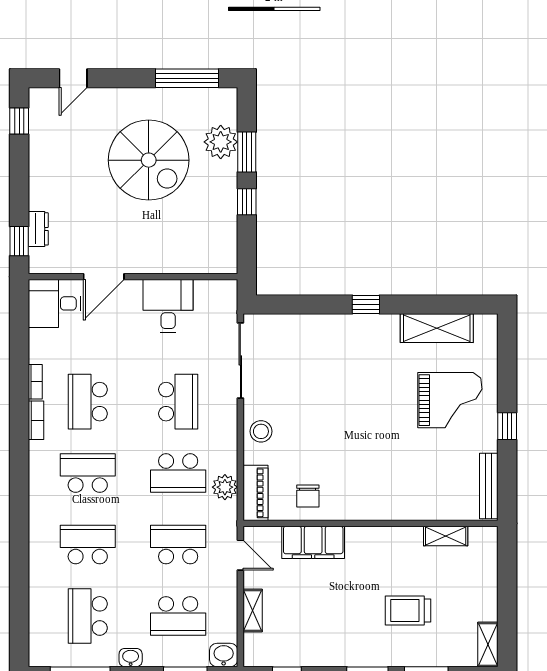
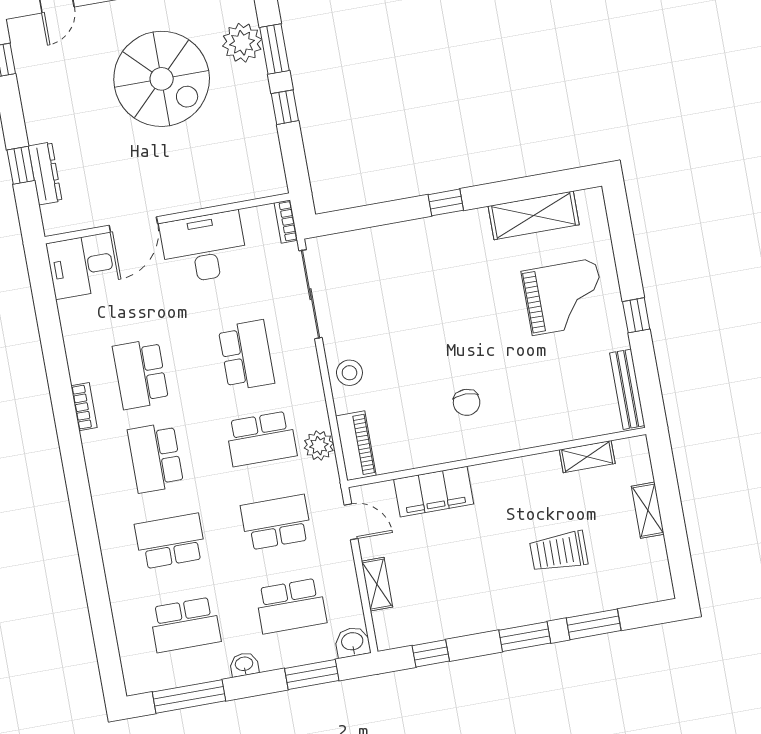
dresser: (38, 229) -> (45, 173), width x1.44
window: (19, 241) -> (21, 165), moved
desk: (168, 306) -> (204, 248), width x1.37
bookcase: (35, 382) -> (286, 222), moved, turned 180
school desk: (88, 473) -> (155, 458), turned -90
chair: (308, 496) -> (467, 402), moved
school desk: (88, 616) -> (185, 625), turned -90
shelving: (488, 644) -> (648, 510), moved

